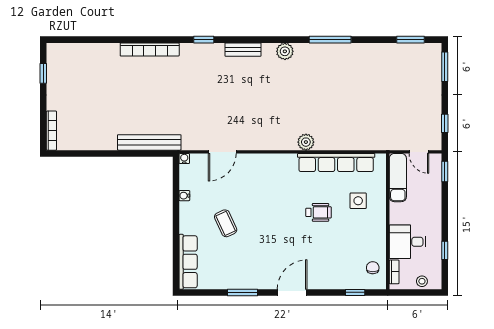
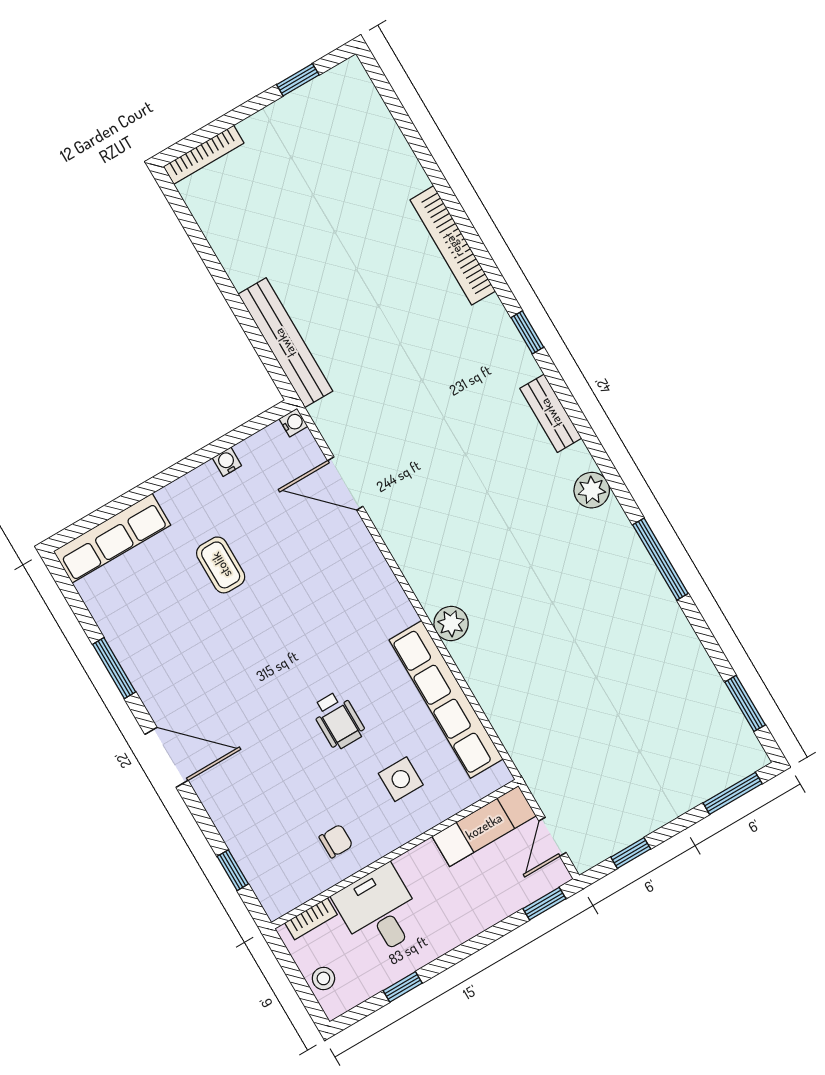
coffee table: (226, 223) -> (221, 565), turned -65
chair: (373, 268) -> (336, 841), moved

